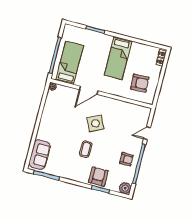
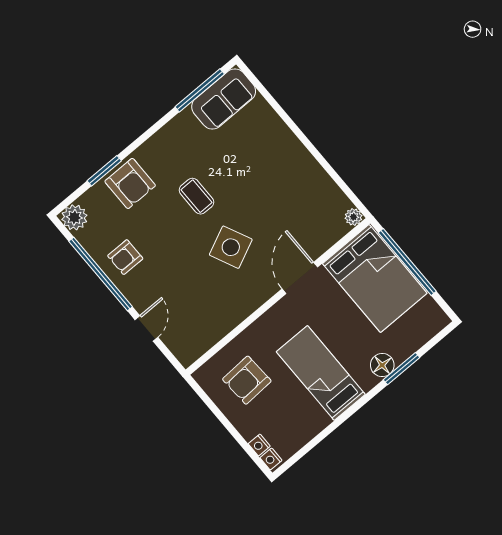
floor lamp: (99, 38) -> (382, 365), added
bed: (70, 63) -> (375, 278), width x1.50
sofa: (40, 155) -> (224, 99), moved, turned -90

